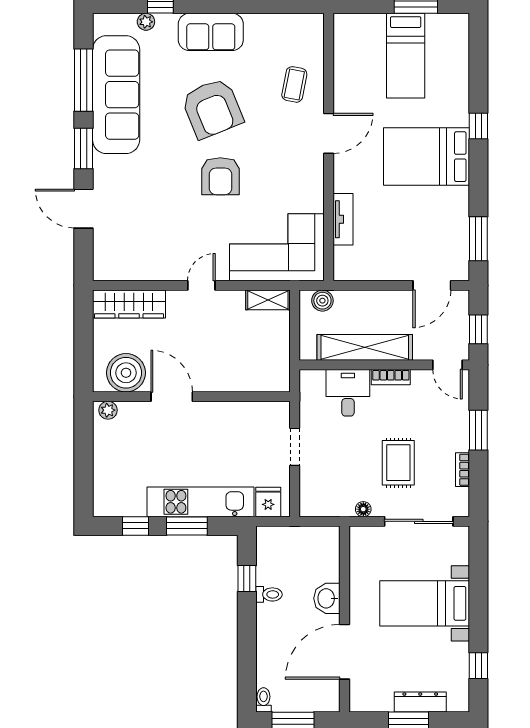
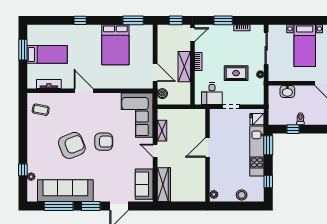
sofa: (211, 32) -> (144, 184), moved, turned 180
coffee table: (294, 84) -> (41, 110), moved
bed: (426, 157) -> (115, 45), moved
tv unit: (343, 219) -> (49, 84), moved
door: (432, 285) -> (155, 73), moved
shelving: (268, 300) -> (162, 131), moved
shelving: (365, 347) -> (184, 67), width x0.68
boiler: (126, 373) -> (196, 186), removed
desk: (348, 393) -> (212, 94), moved, turned -90
door: (172, 397) -> (207, 147), moved
rug: (398, 463) -> (236, 73), moved
stool: (107, 469) -> (242, 195), added
window: (187, 526) -> (268, 145), moved
washbasin: (327, 598) -> (287, 91), moved

